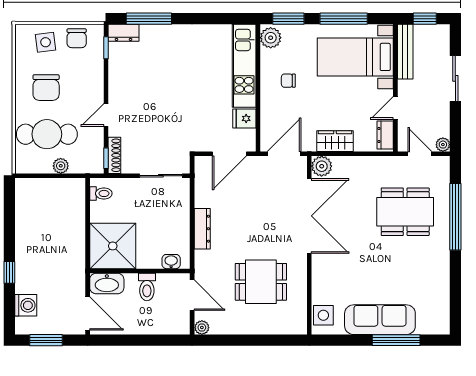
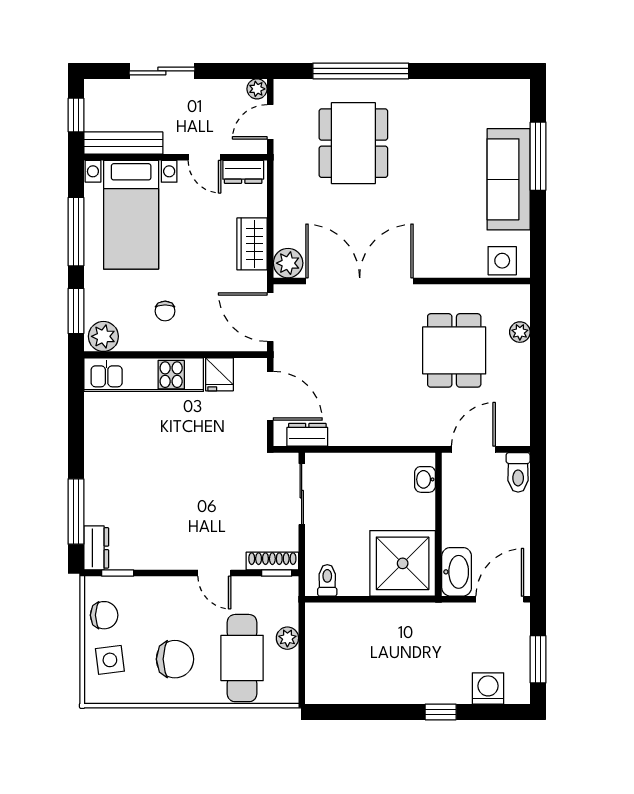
dresser: (202, 229) -> (307, 435), moved, width x0.70
toilet: (147, 287) -> (518, 472), moved, turned 90
plant: (202, 328) -> (520, 332), moved

